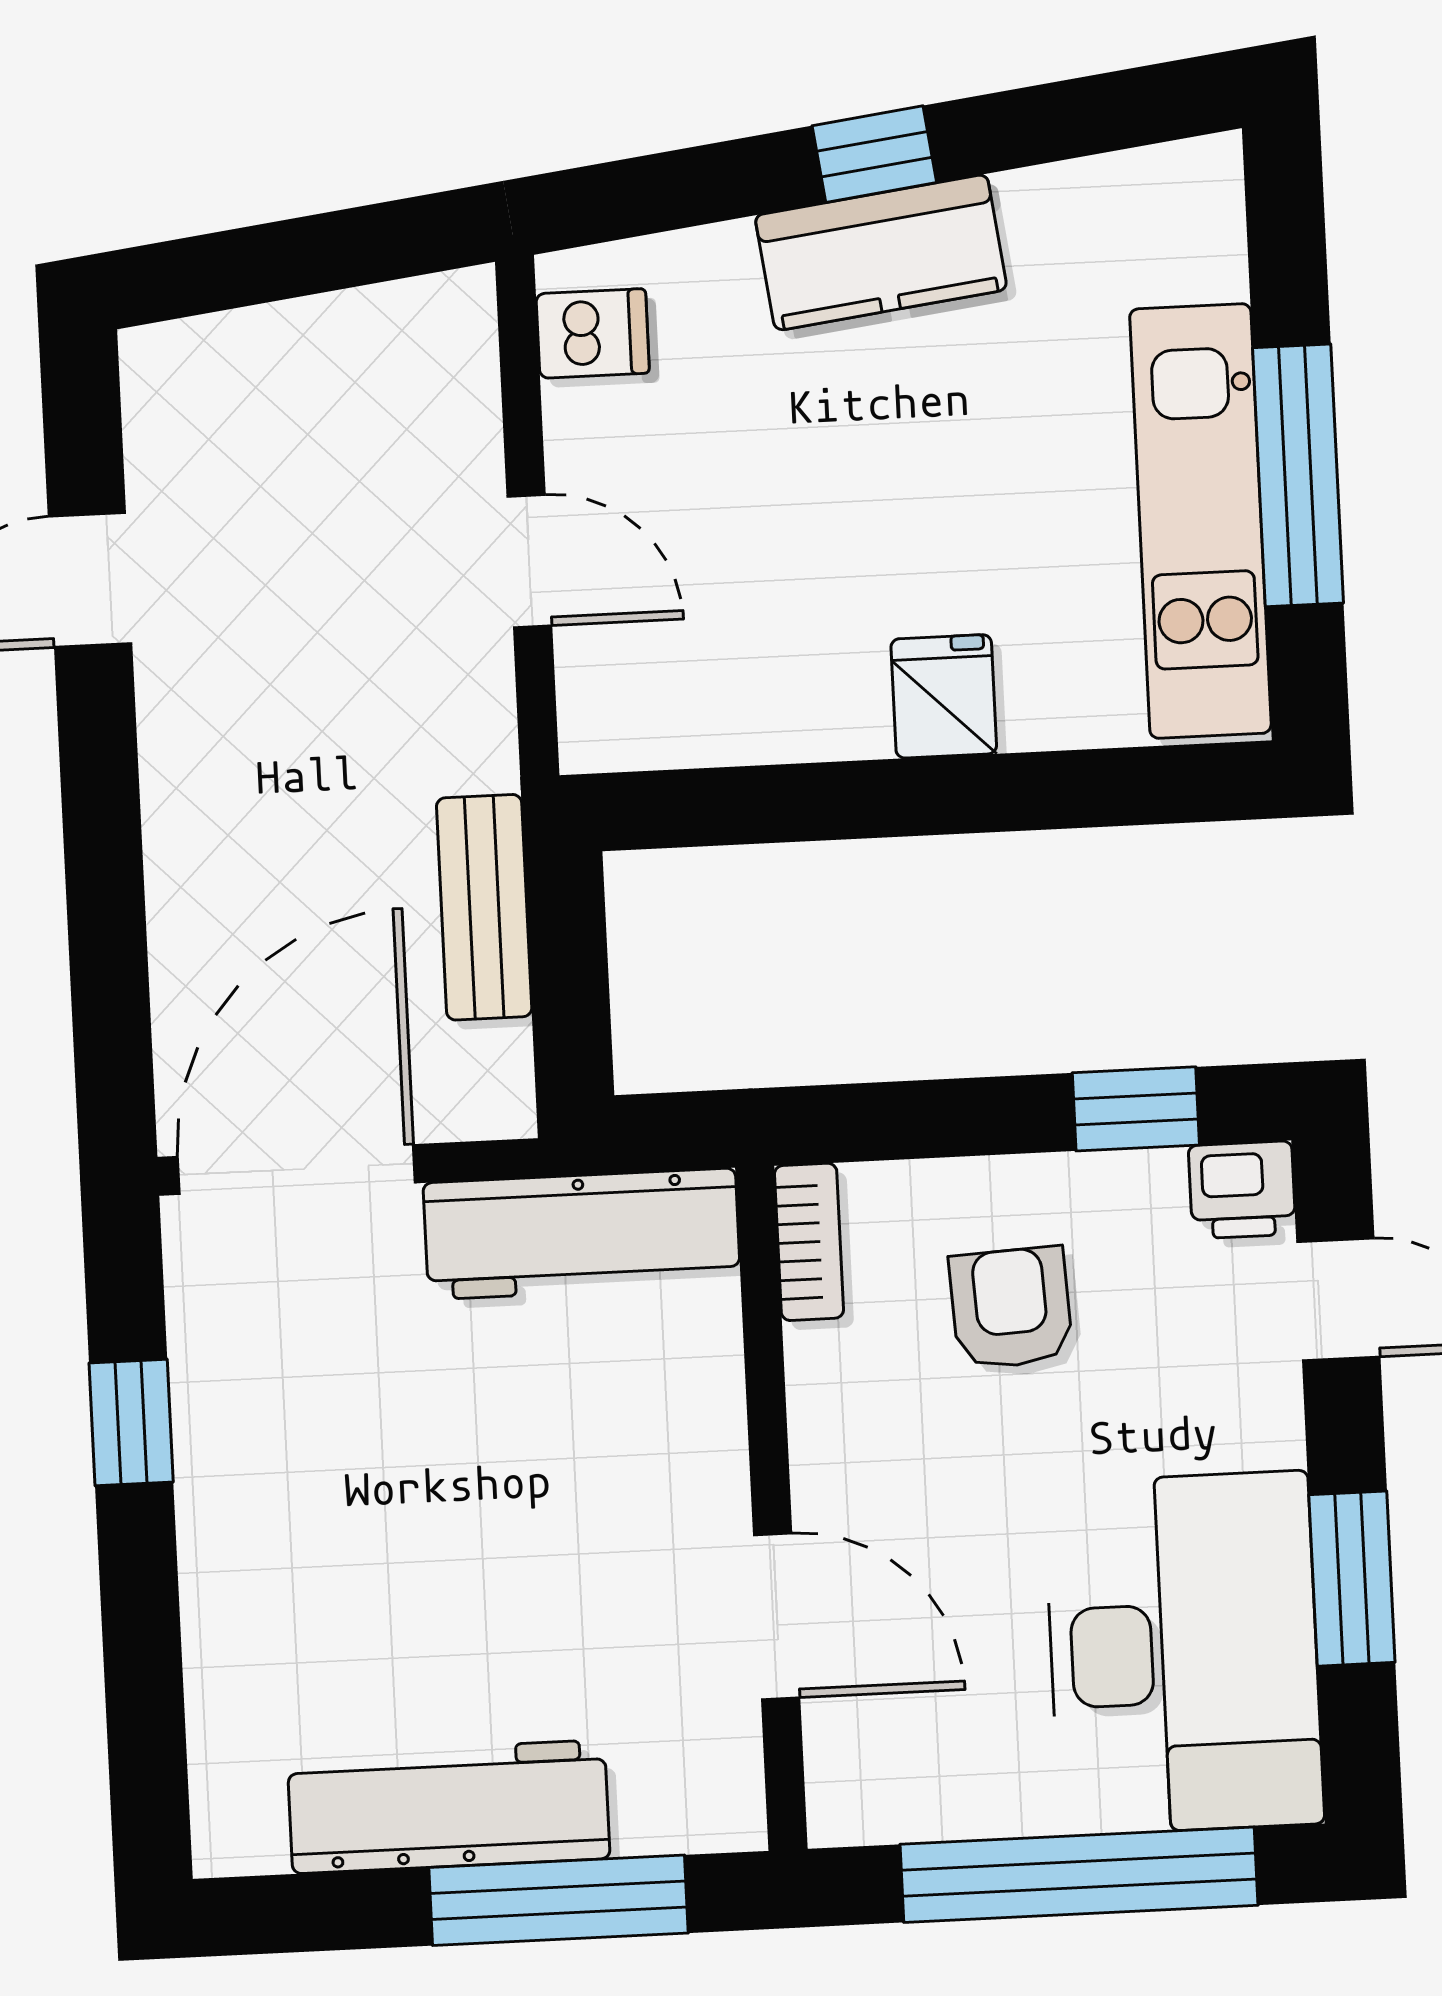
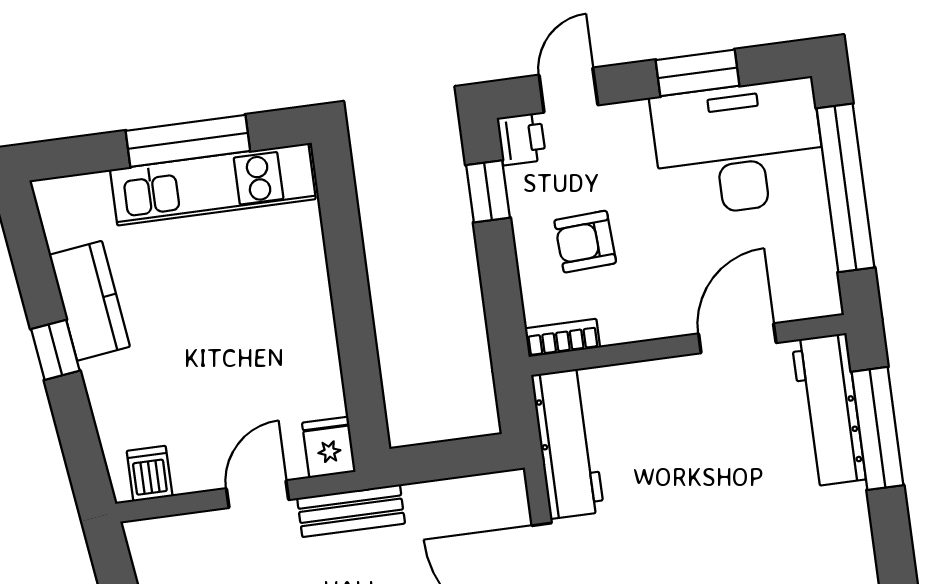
kitchen counter: (881, 253) -> (89, 301), moved
fridge: (944, 696) -> (329, 447), moved, turned 90
bench: (484, 907) -> (351, 511), moved
workbench: (449, 1807) -> (829, 410), moved

